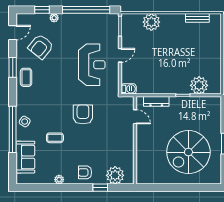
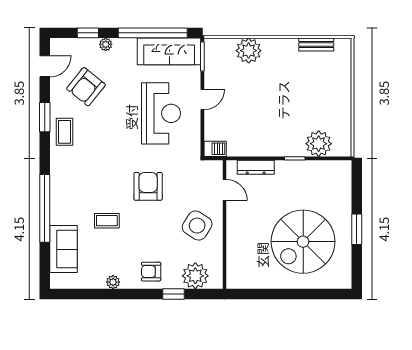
sofa: (97, 23) -> (169, 51), added
side table: (25, 121) -> (197, 226), moved, width x1.87, depth x1.87

